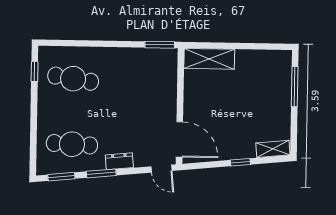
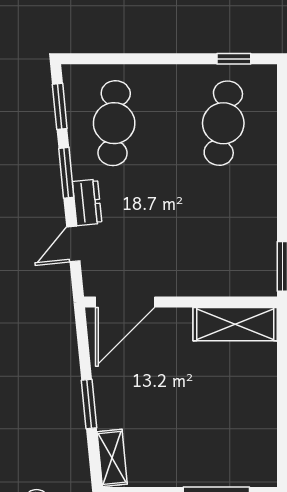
shelving: (209, 59) -> (235, 324), moved, turned 90
window: (240, 162) -> (89, 404), width x1.50
door: (162, 169) -> (73, 244), moved

